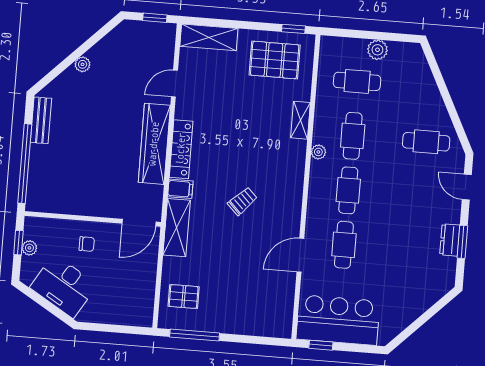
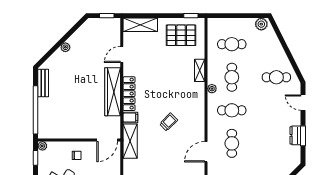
plant: (377, 50) -> (261, 24), moved
cafe table: (348, 190) -> (232, 110), turned 90
plant: (29, 248) -> (42, 146), moved

